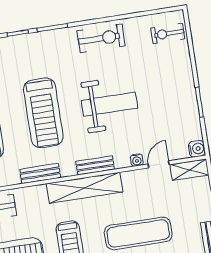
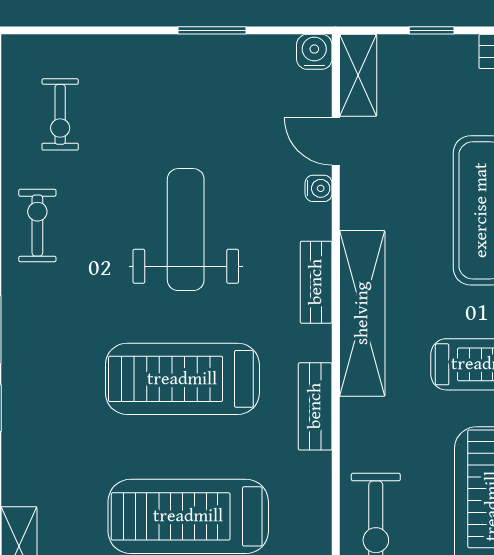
exercise bike: (168, 34) -> (60, 114), moved
exercise bike: (101, 38) -> (37, 225), width x0.73, depth x0.72
treadmill: (43, 113) -> (182, 379), turned 180

